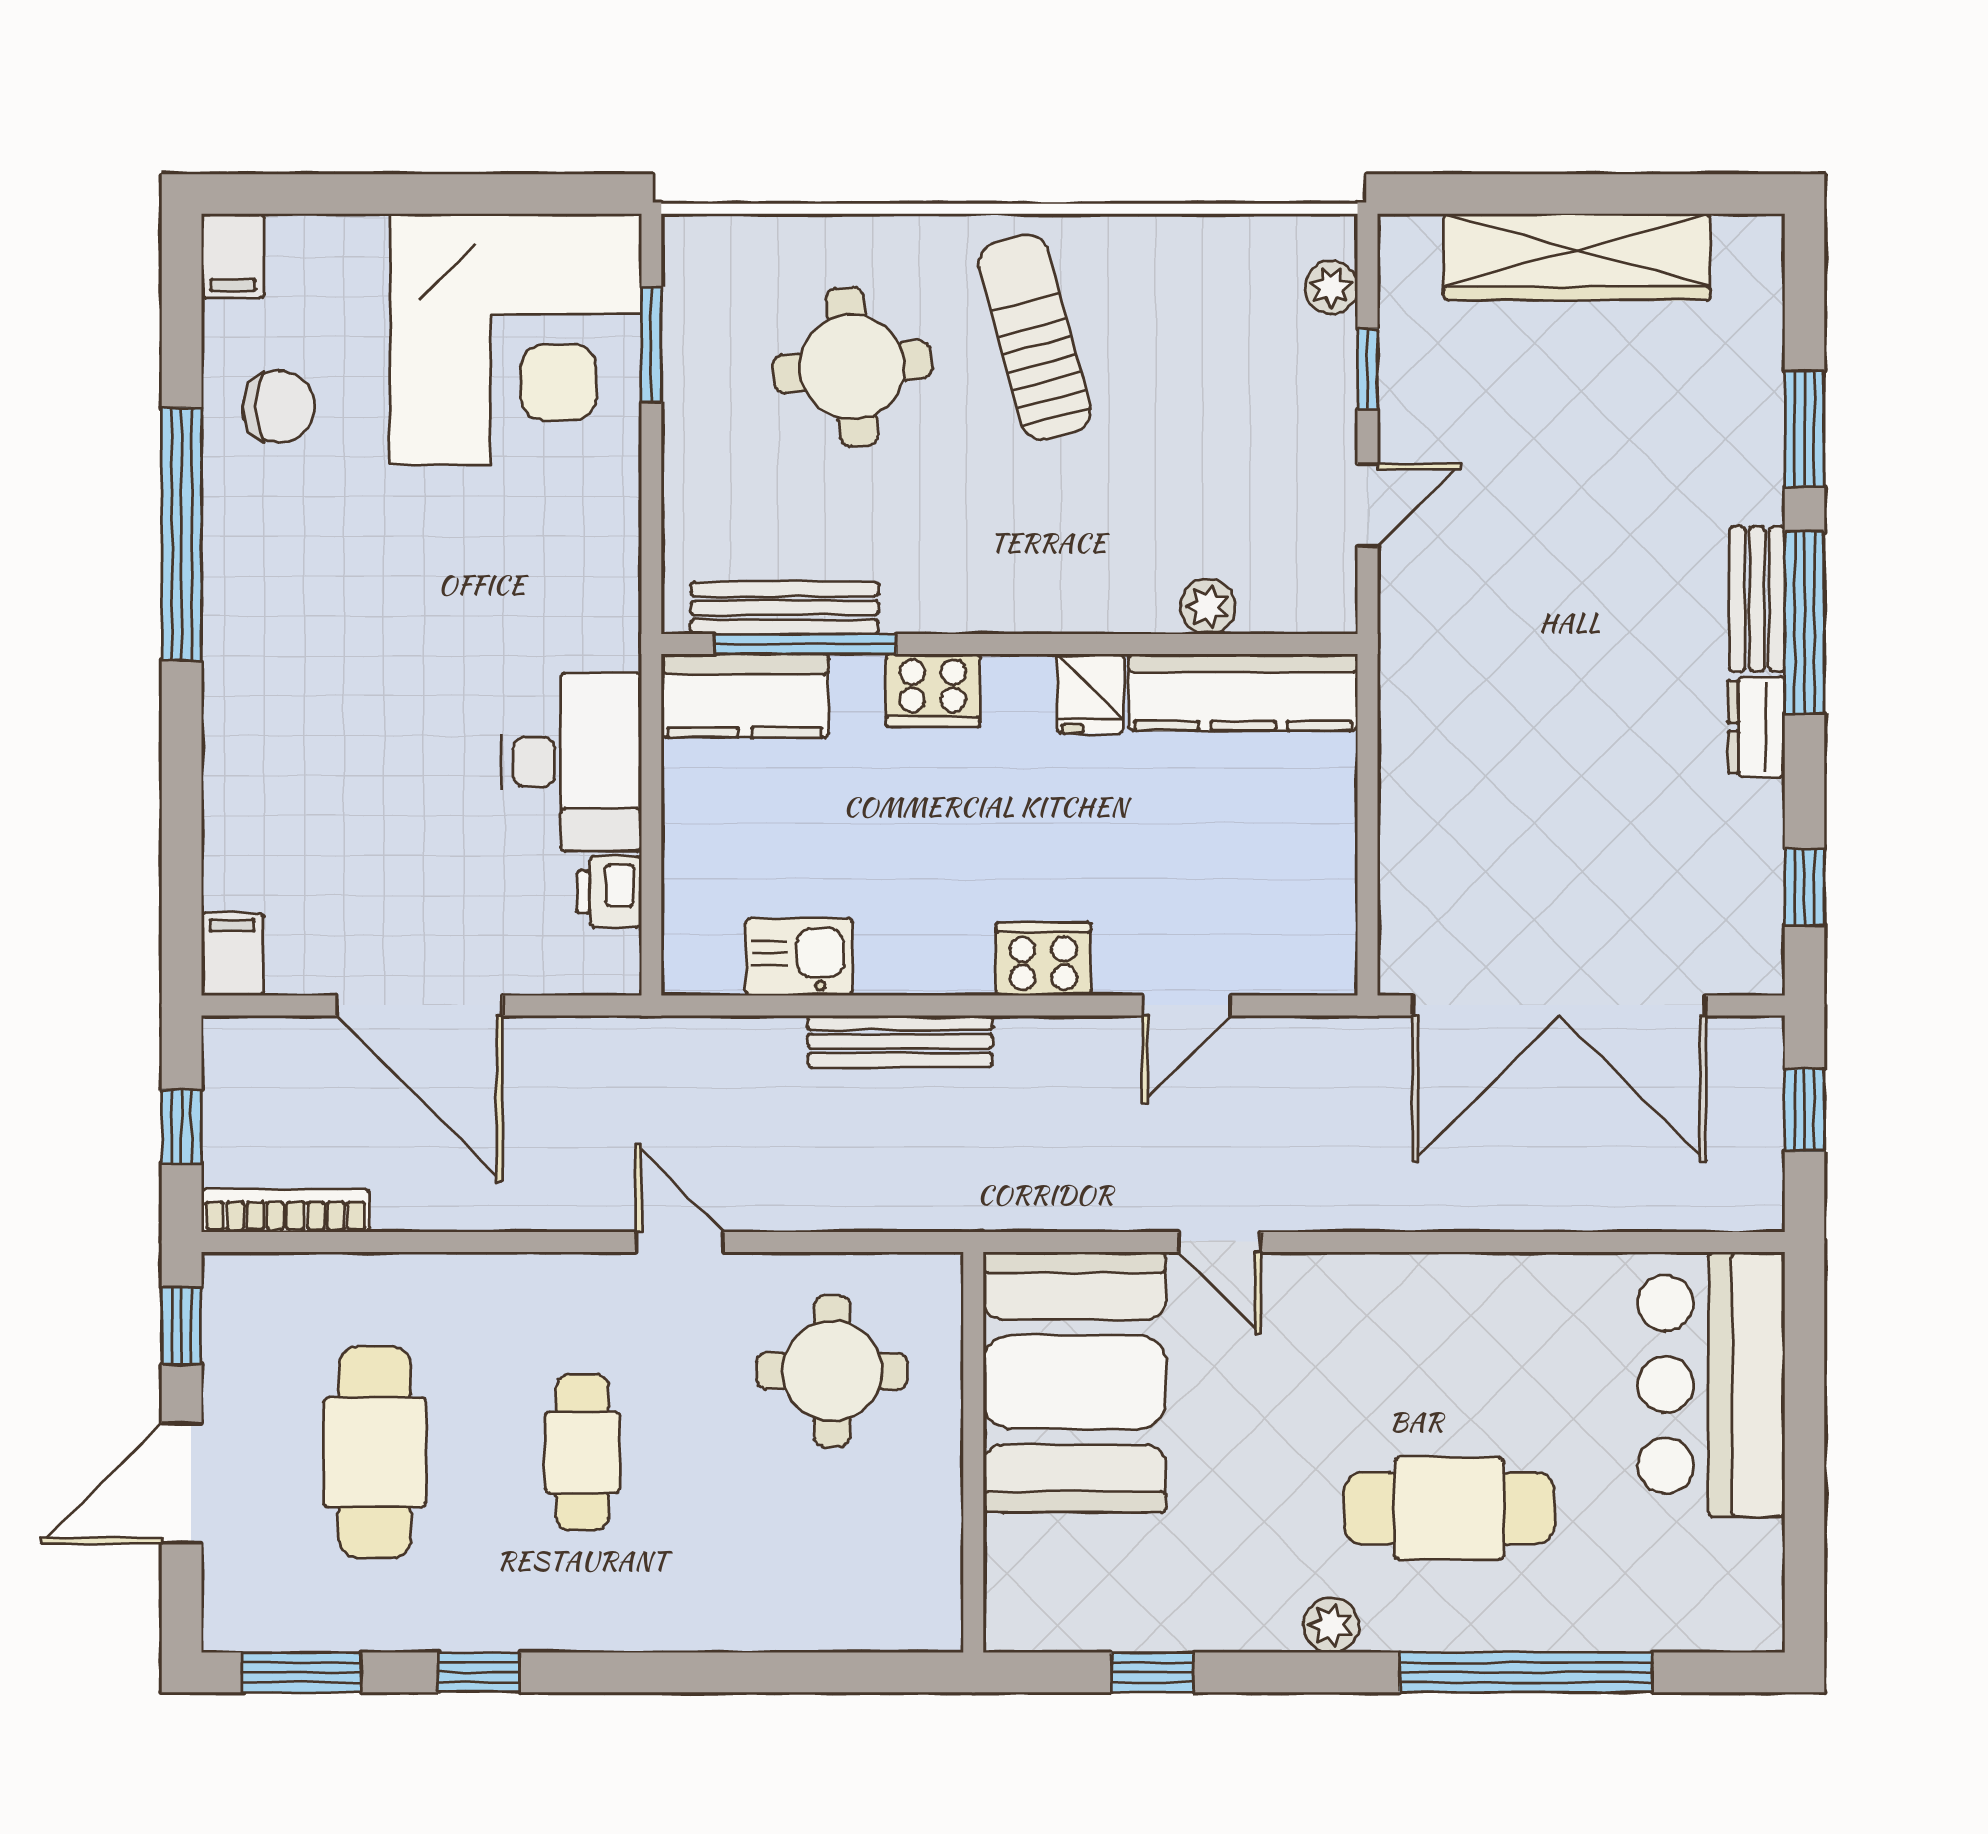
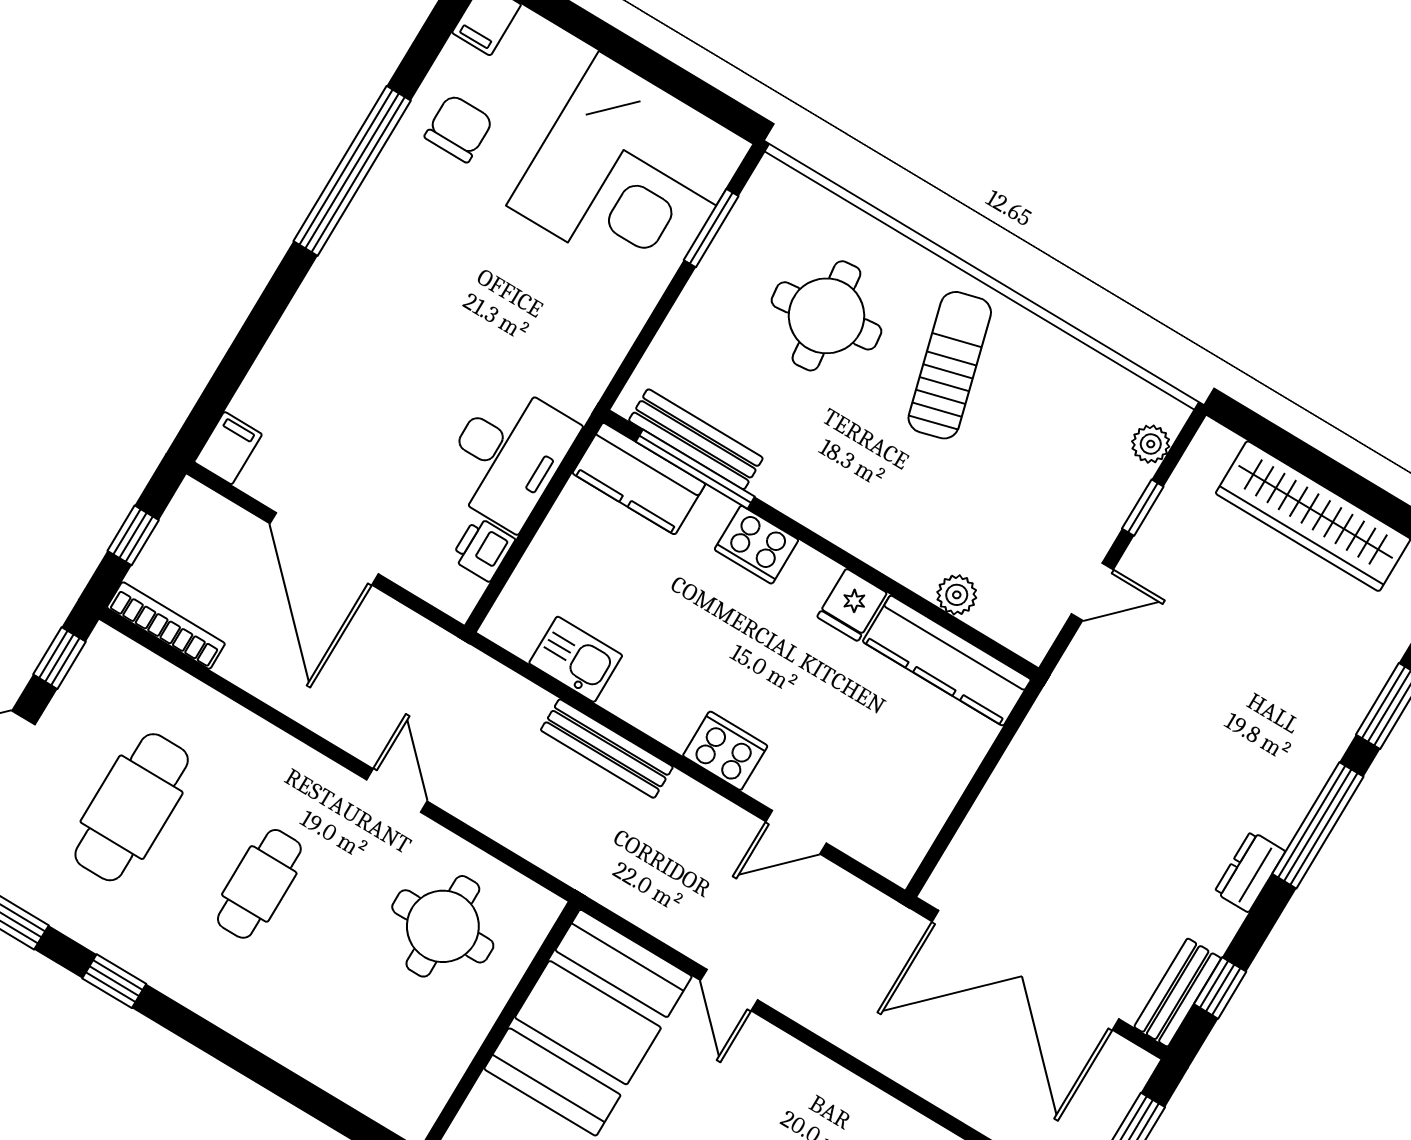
chair: (279, 407) -> (459, 128), turned -90
bench: (1757, 599) -> (1178, 993), moved

